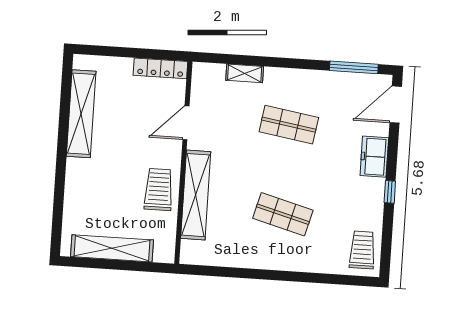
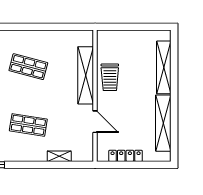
locker: (160, 68) -> (126, 156), moved
door: (186, 123) -> (95, 122), hinge flipped
shelving: (112, 248) -> (164, 67), moved, turned 90

